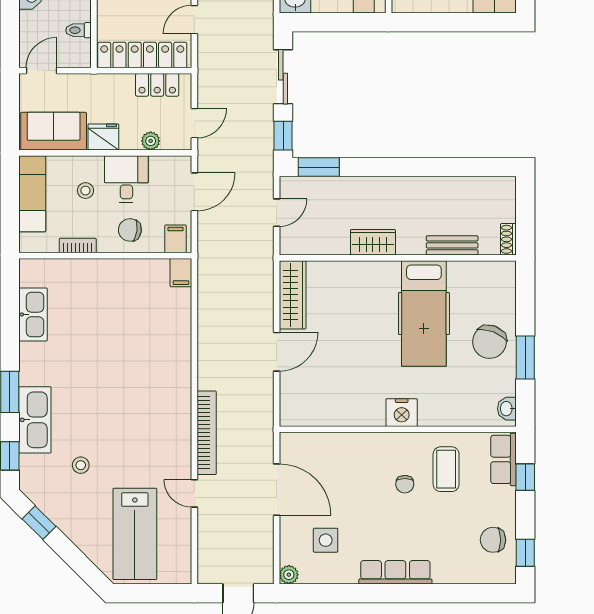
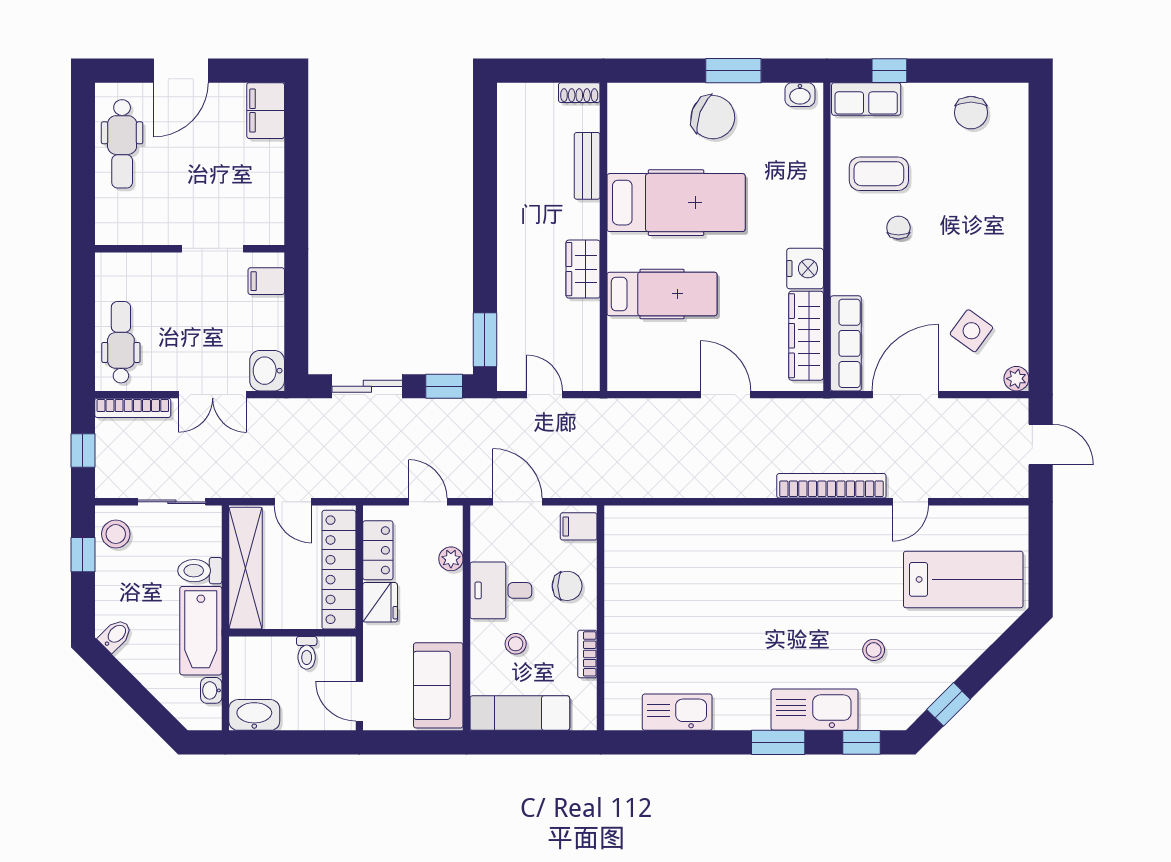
fridge: (103, 137) -> (380, 602), moved, turned 180
chair: (130, 230) -> (567, 586), turned -98
filing cabinet: (181, 273) -> (623, 519), removed
wardrobe: (293, 295) -> (806, 336), moved, turned -90
hospital bed: (354, 303) -> (662, 294), added
nightstand: (402, 413) -> (805, 269), moved
chair: (405, 484) -> (898, 228), turned -90
side table: (326, 540) -> (971, 331), turned 36
window: (525, 553) -> (988, 71), removed
row of seats: (395, 572) -> (846, 343), moved, turned 180

